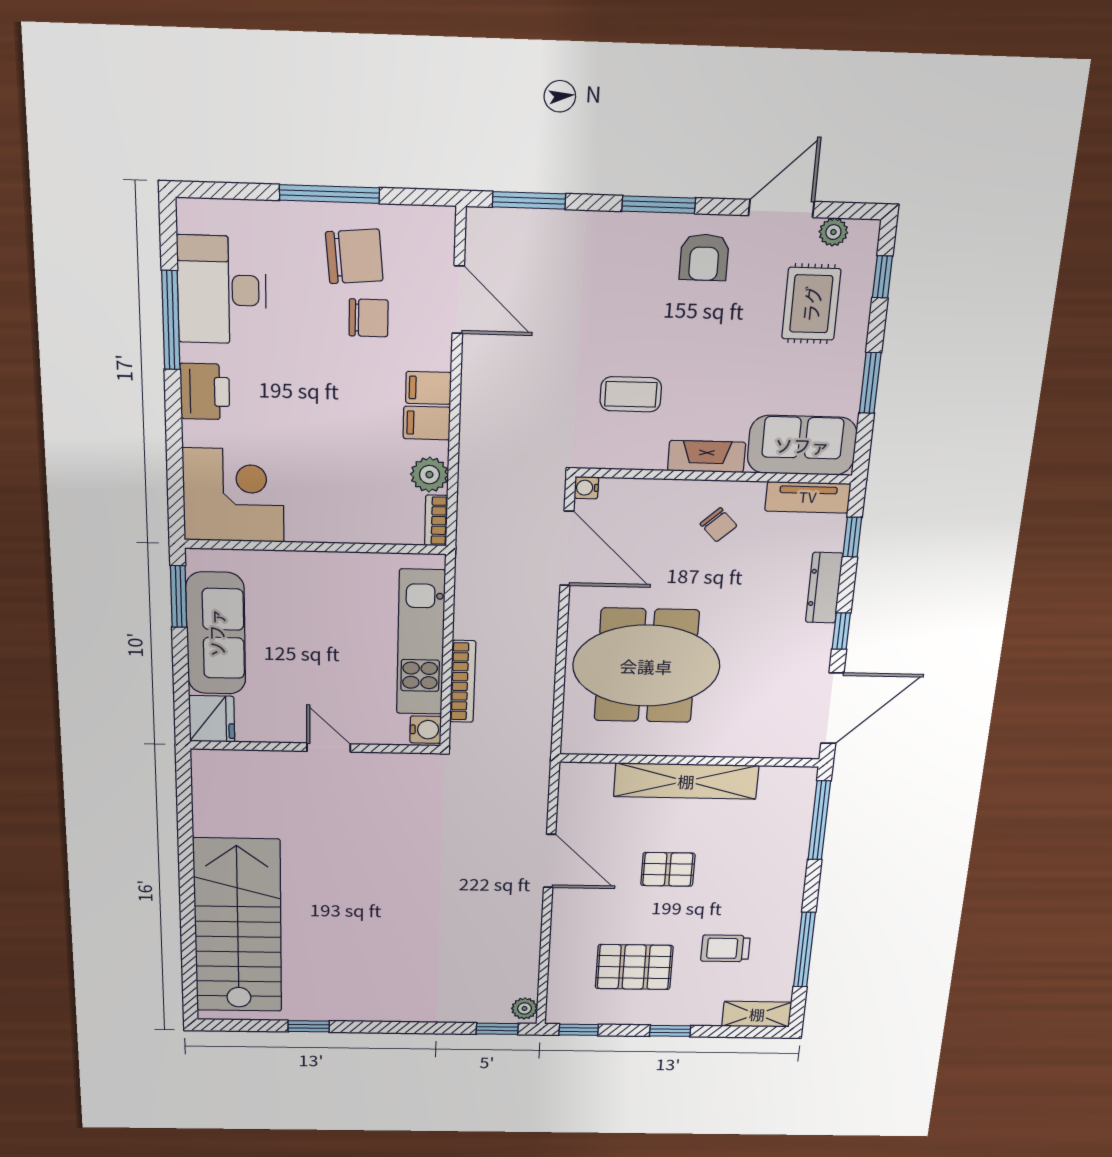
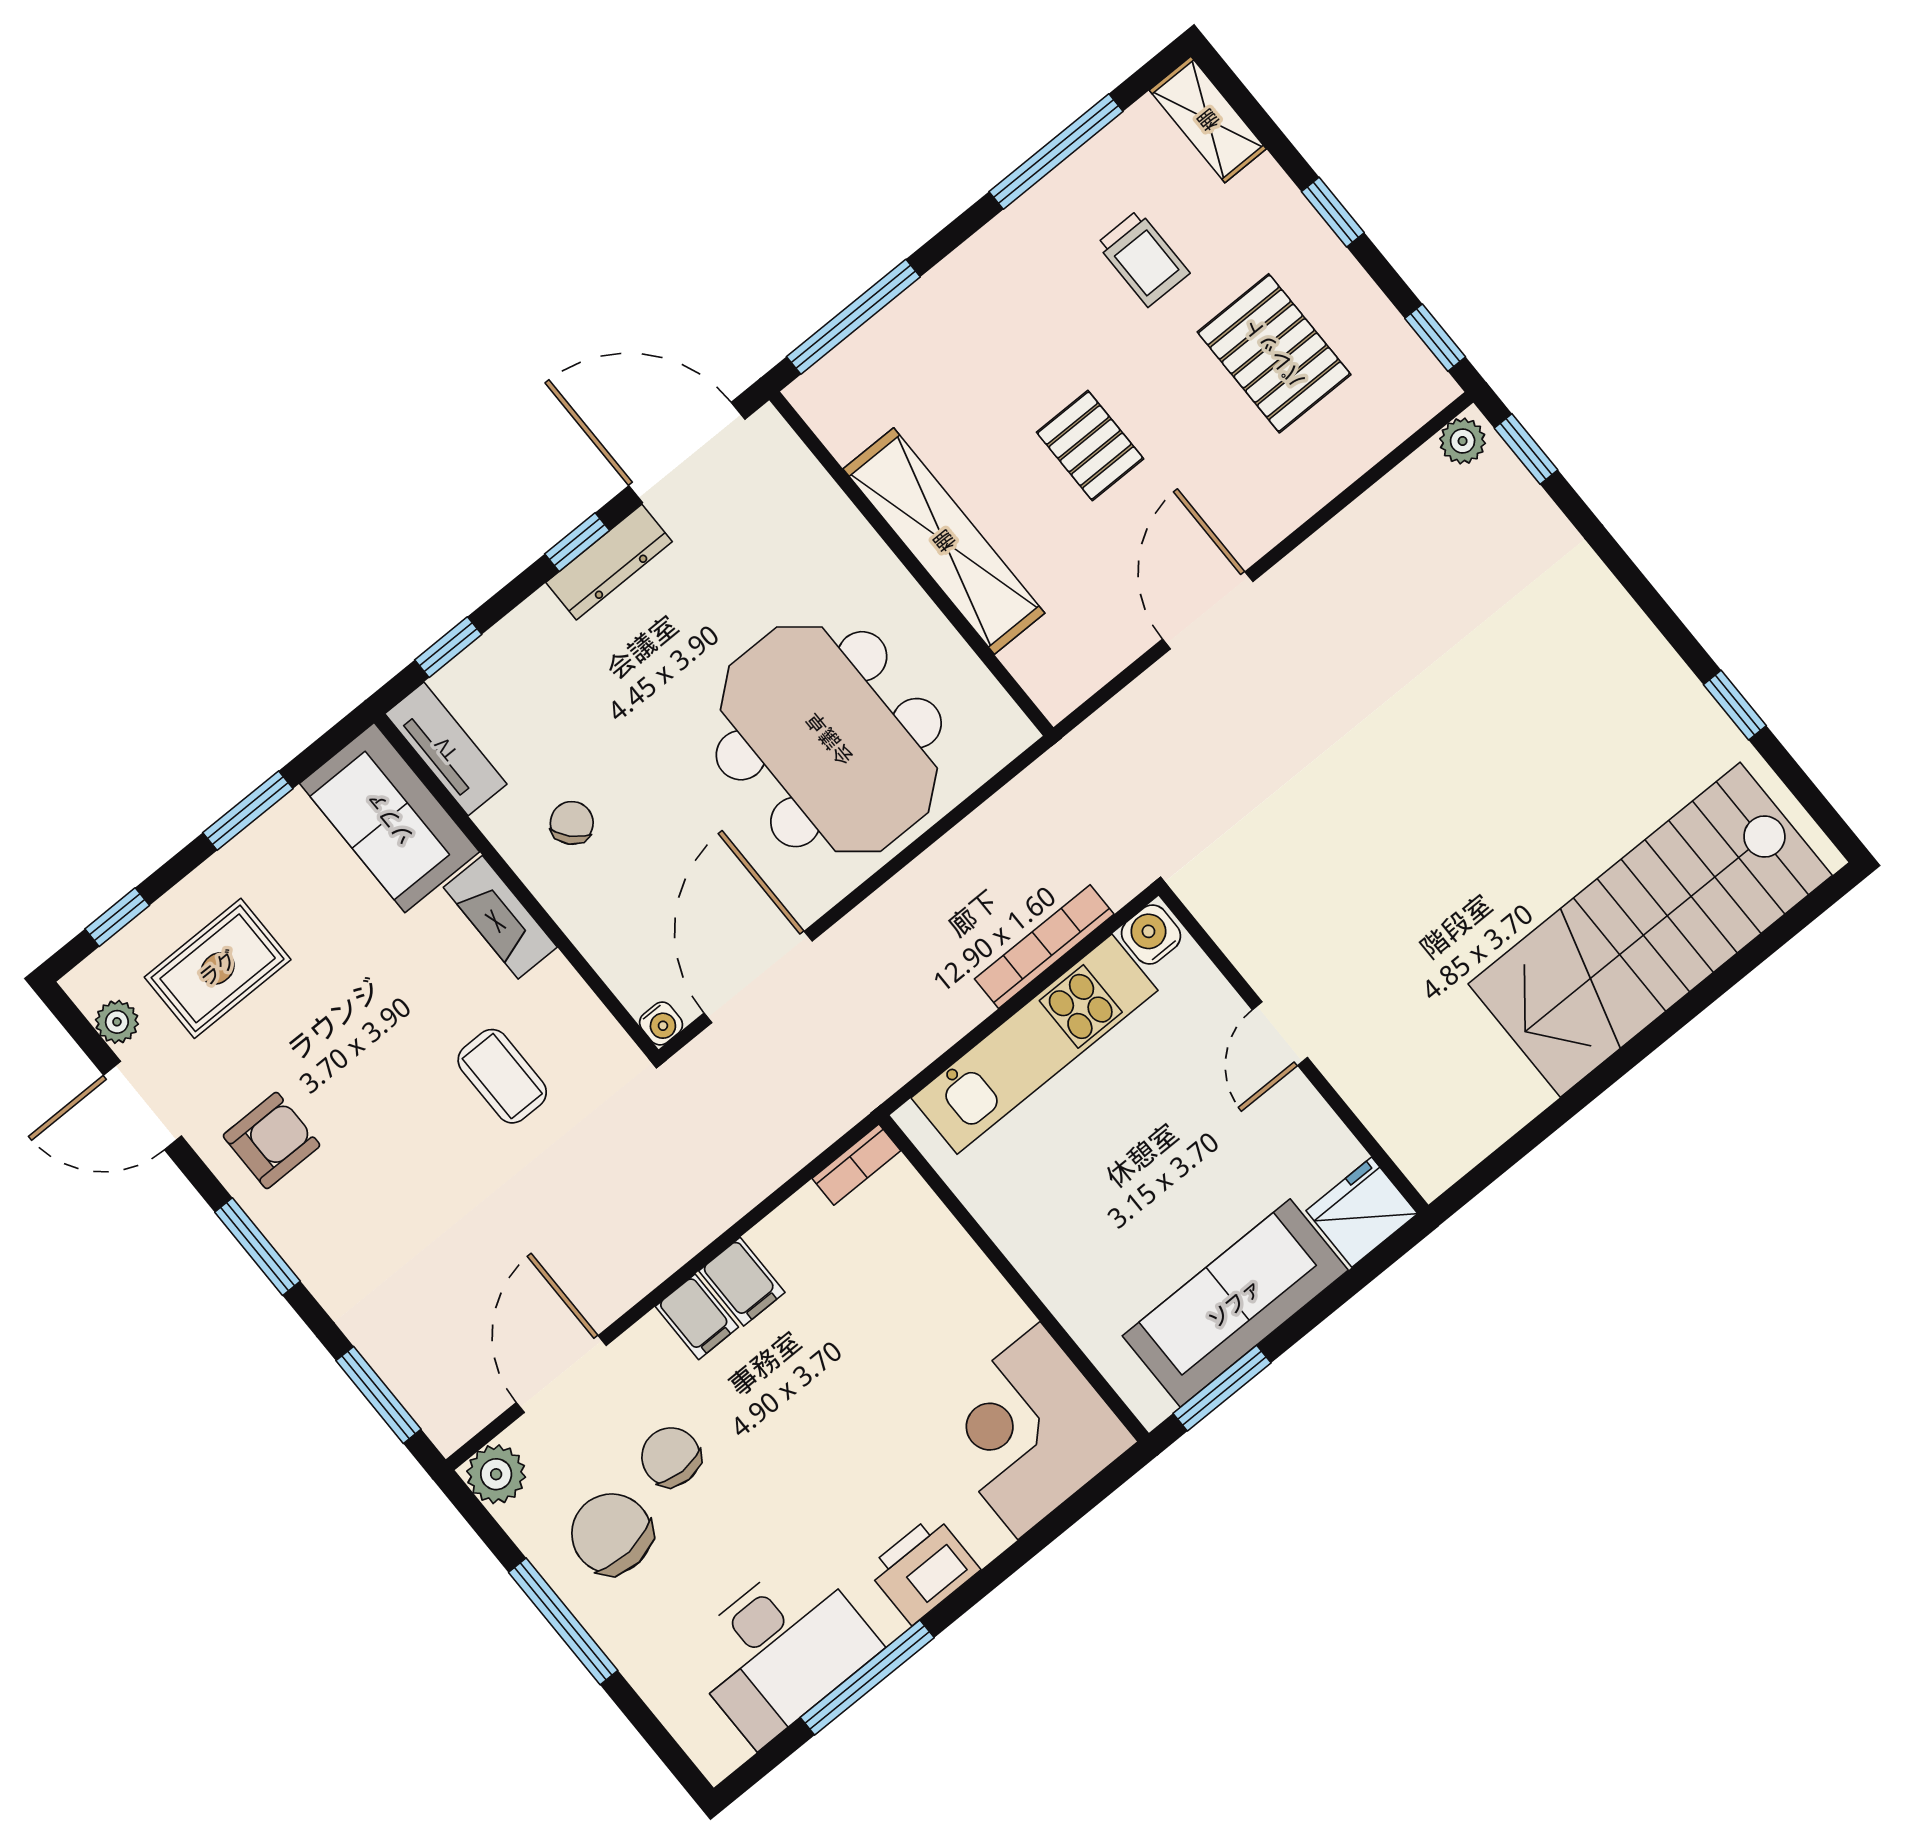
plant: (429, 475) -> (496, 1474), moved
dresser: (824, 588) -> (609, 562), moved

